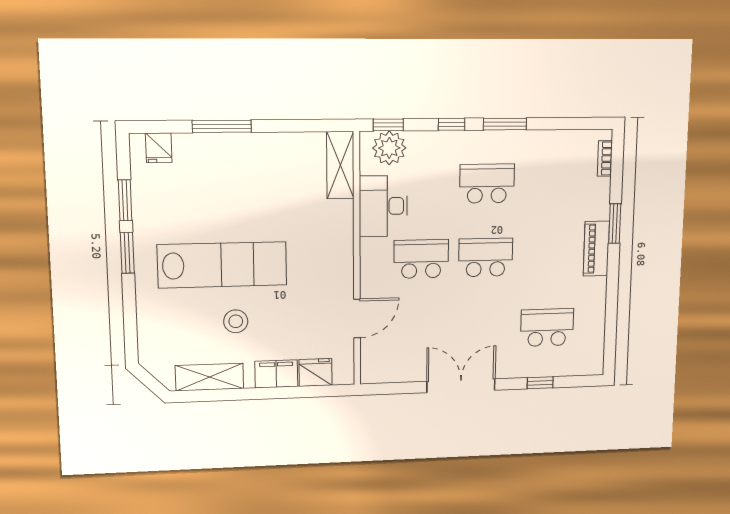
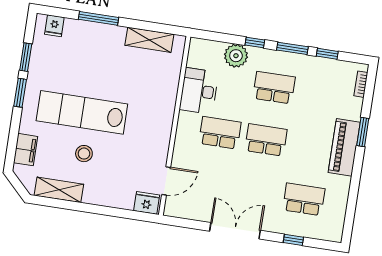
window: (388, 125) -> (327, 54), moved
plant: (389, 148) -> (236, 56), moved
shelving: (340, 165) -> (149, 40), moved, turned 90
piano: (596, 249) -> (344, 147), width x1.37, depth x1.33
lab bench: (222, 265) -> (82, 112), turned 180
door: (357, 318) -> (166, 181), moved
fridge: (315, 372) -> (147, 203), moved
filing cabinet: (276, 374) -> (26, 150), moved, turned 90

